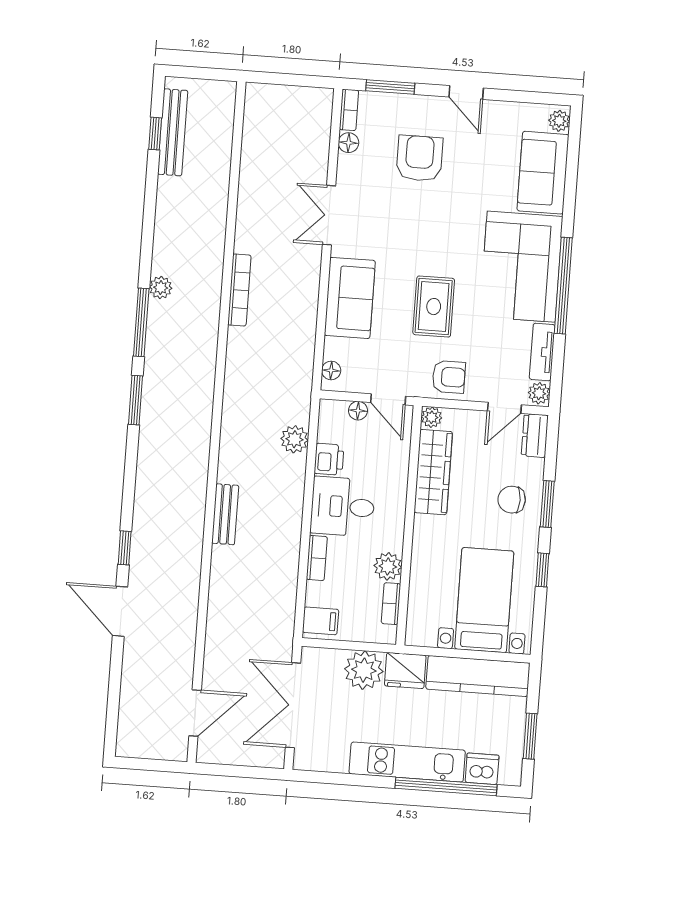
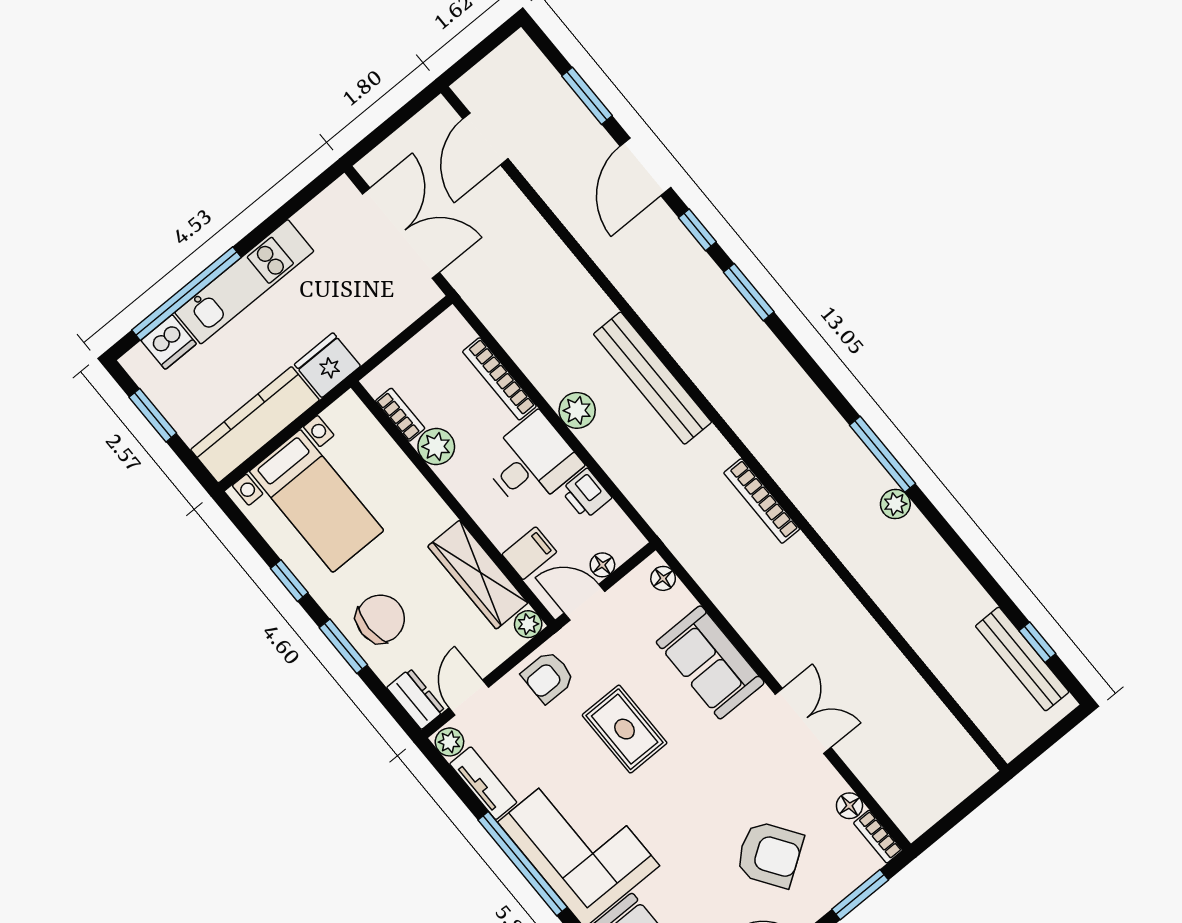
armchair: (420, 158) -> (769, 854), turned -34
bookcase: (239, 290) -> (762, 501), moved
window: (135, 400) -> (749, 292), moved
plant: (294, 439) -> (577, 410), moved
chair: (512, 500) -> (380, 619), width x1.37, depth x1.37
bench: (225, 514) -> (653, 378), width x1.86, depth x1.21
bookcase: (317, 558) -> (499, 379), width x1.56
door: (120, 611) -> (645, 167), swing flipped
filing cabinet: (321, 621) -> (529, 553), moved, turned 180
plant: (364, 670) -> (366, 329), removed
window: (115, 682) -> (587, 96), added

